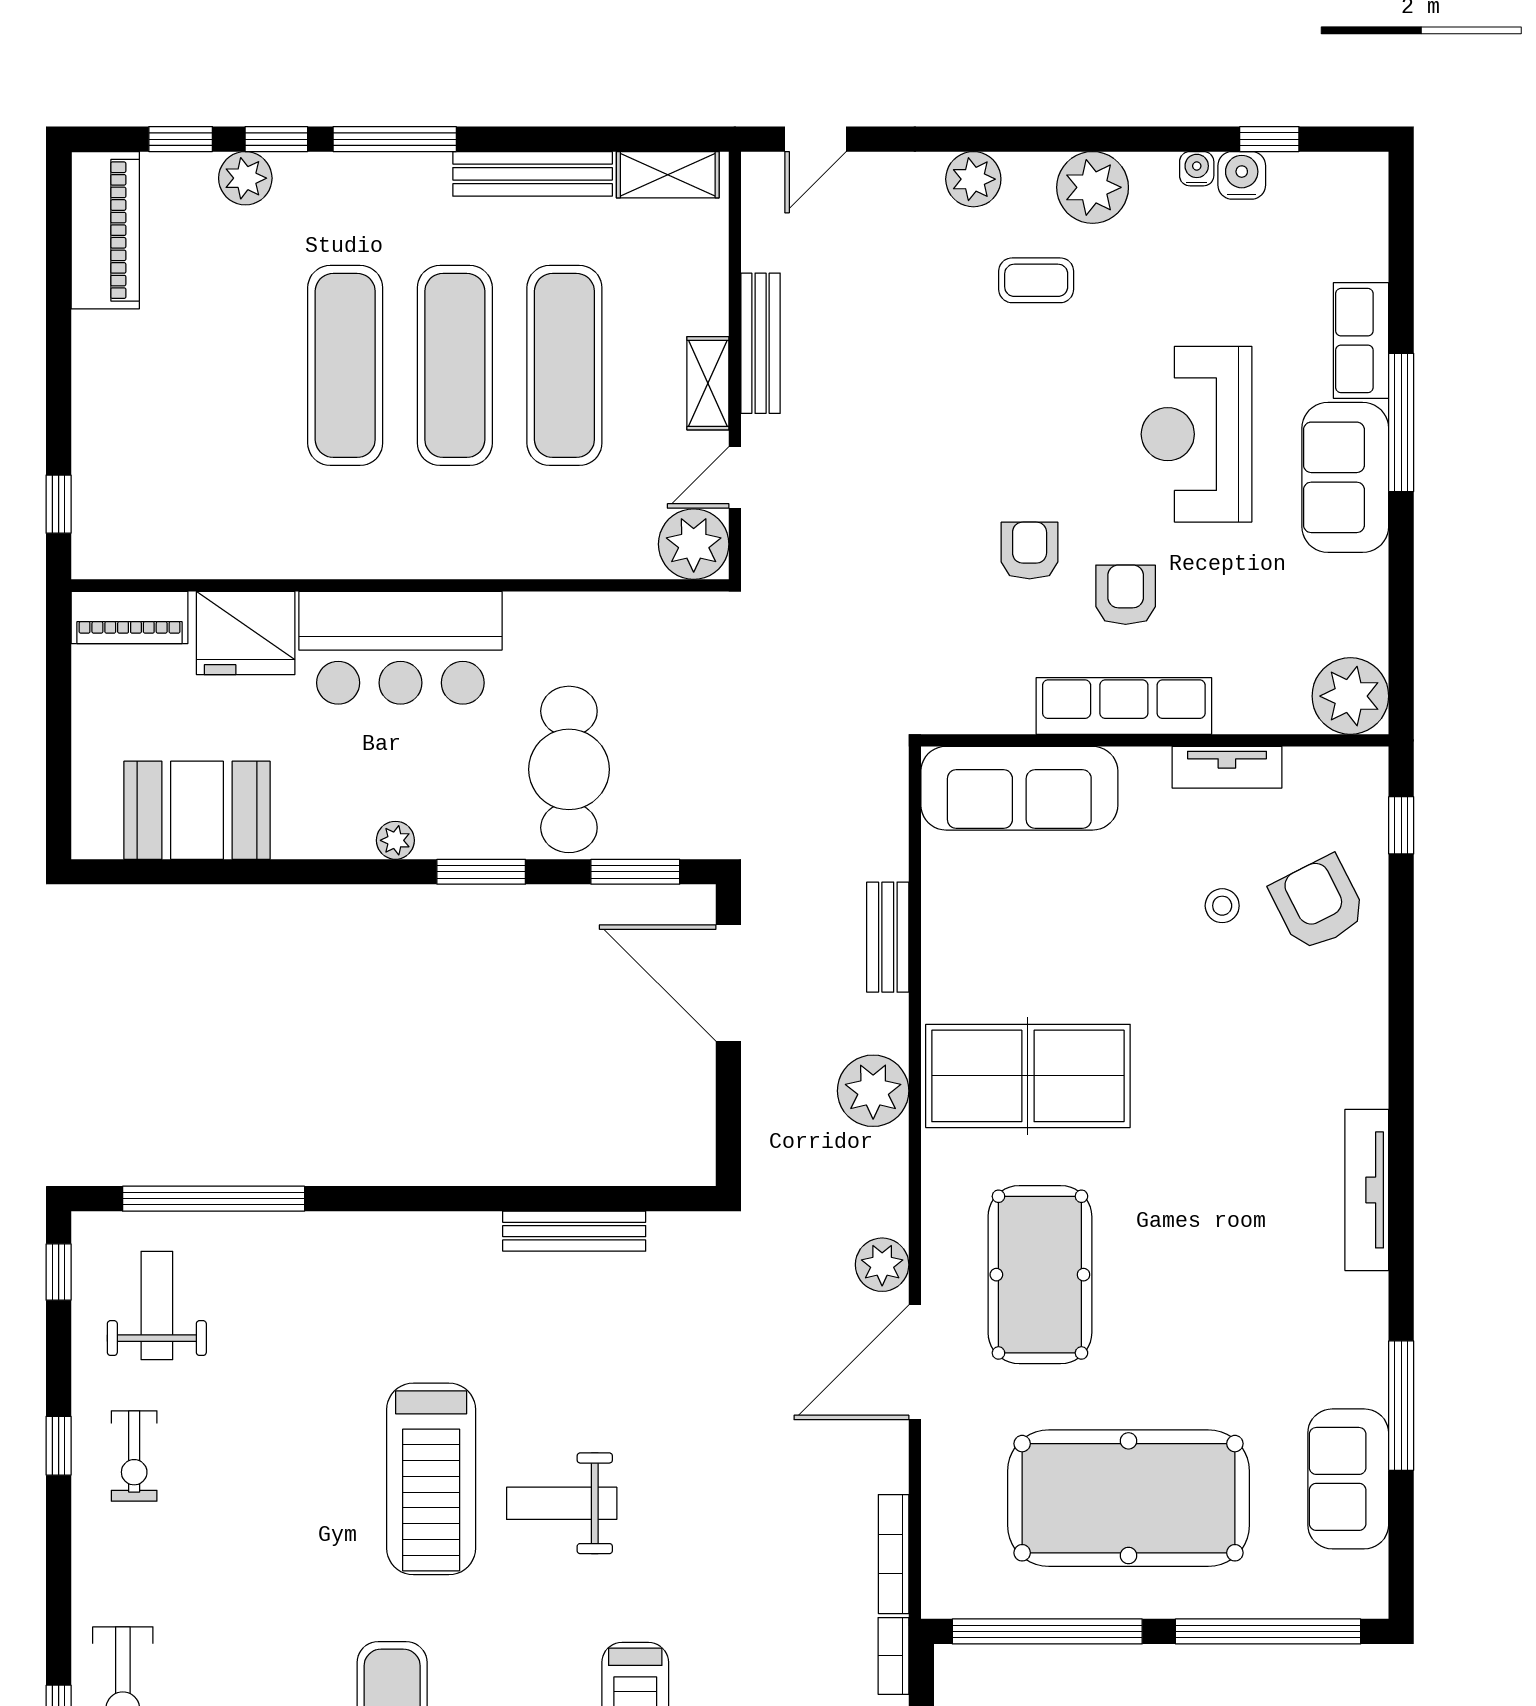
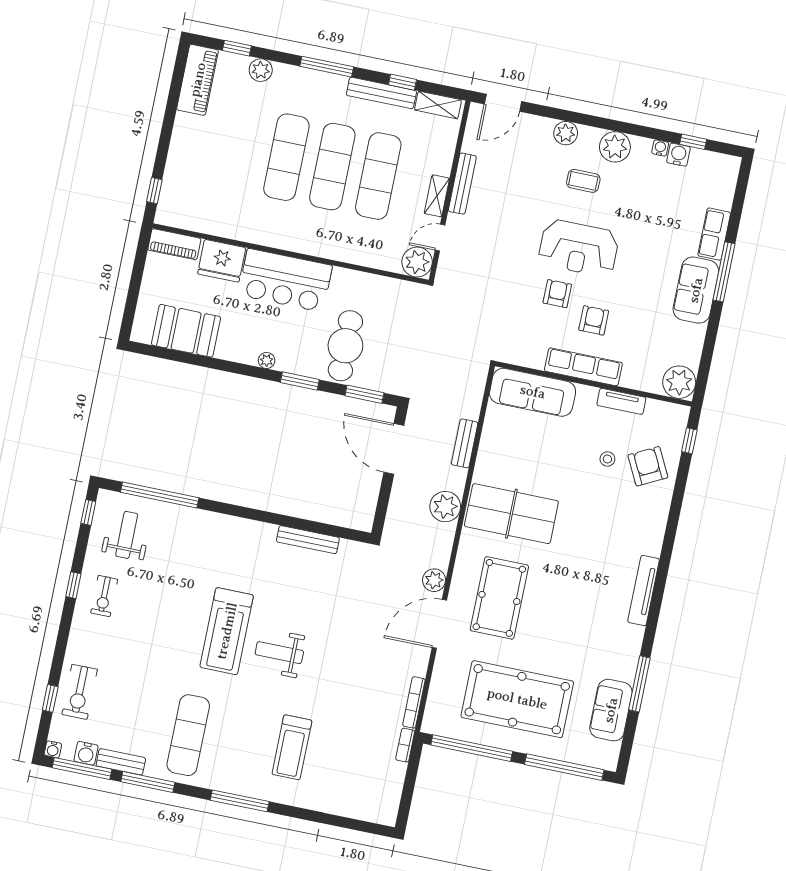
window: (276, 139) -> (402, 82), moved
door: (815, 139) -> (503, 103), width x1.38
reception desk: (1197, 434) -> (579, 248), moved, turned -90

